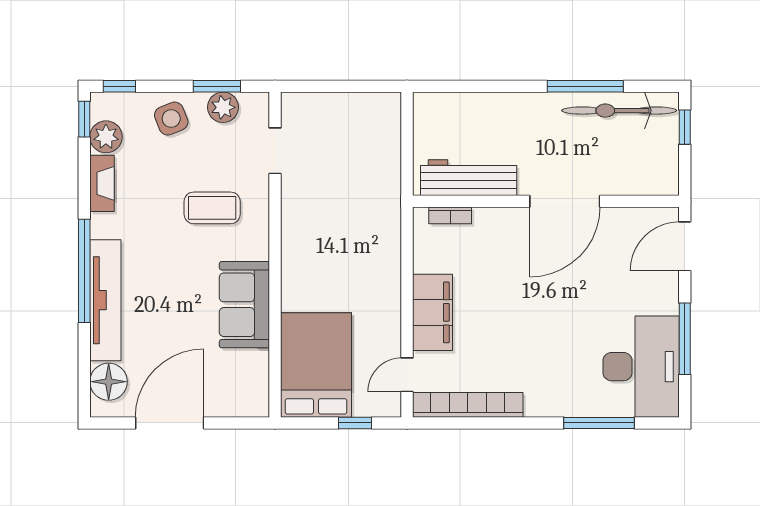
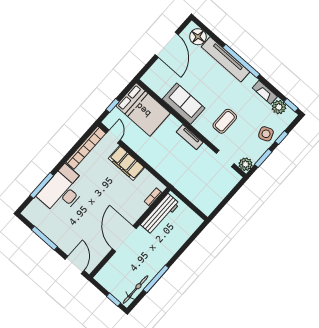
window: (119, 86) -> (282, 138), moved
plant: (223, 107) -> (246, 164), moved
bicycle: (619, 111) -> (136, 290), width x0.73, depth x0.71
tv unit: (292, 244) -> (190, 137), added
desk: (641, 367) -> (63, 191), moved, turned 90

